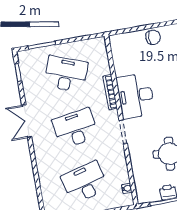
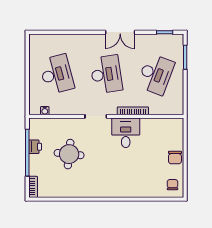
desk: (135, 96) -> (126, 133), width x0.73
double door: (27, 121) -> (120, 32), swing flipped

